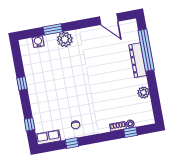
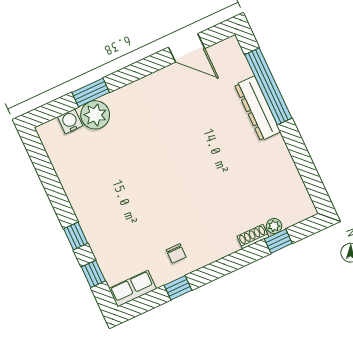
plant: (65, 39) -> (95, 115), moved
window: (22, 84) -> (76, 236), moved
plant: (143, 92) -> (283, 164), removed

